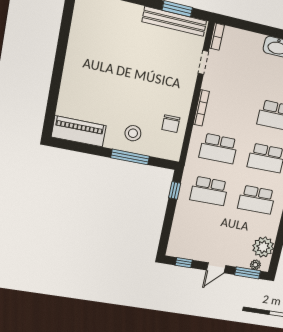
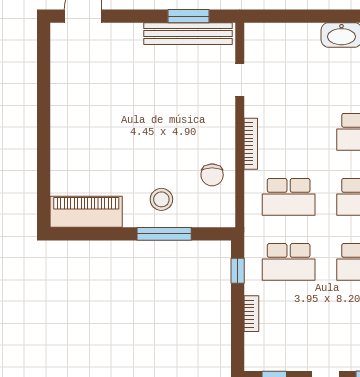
bookcase: (217, 37) -> (251, 314), moved

